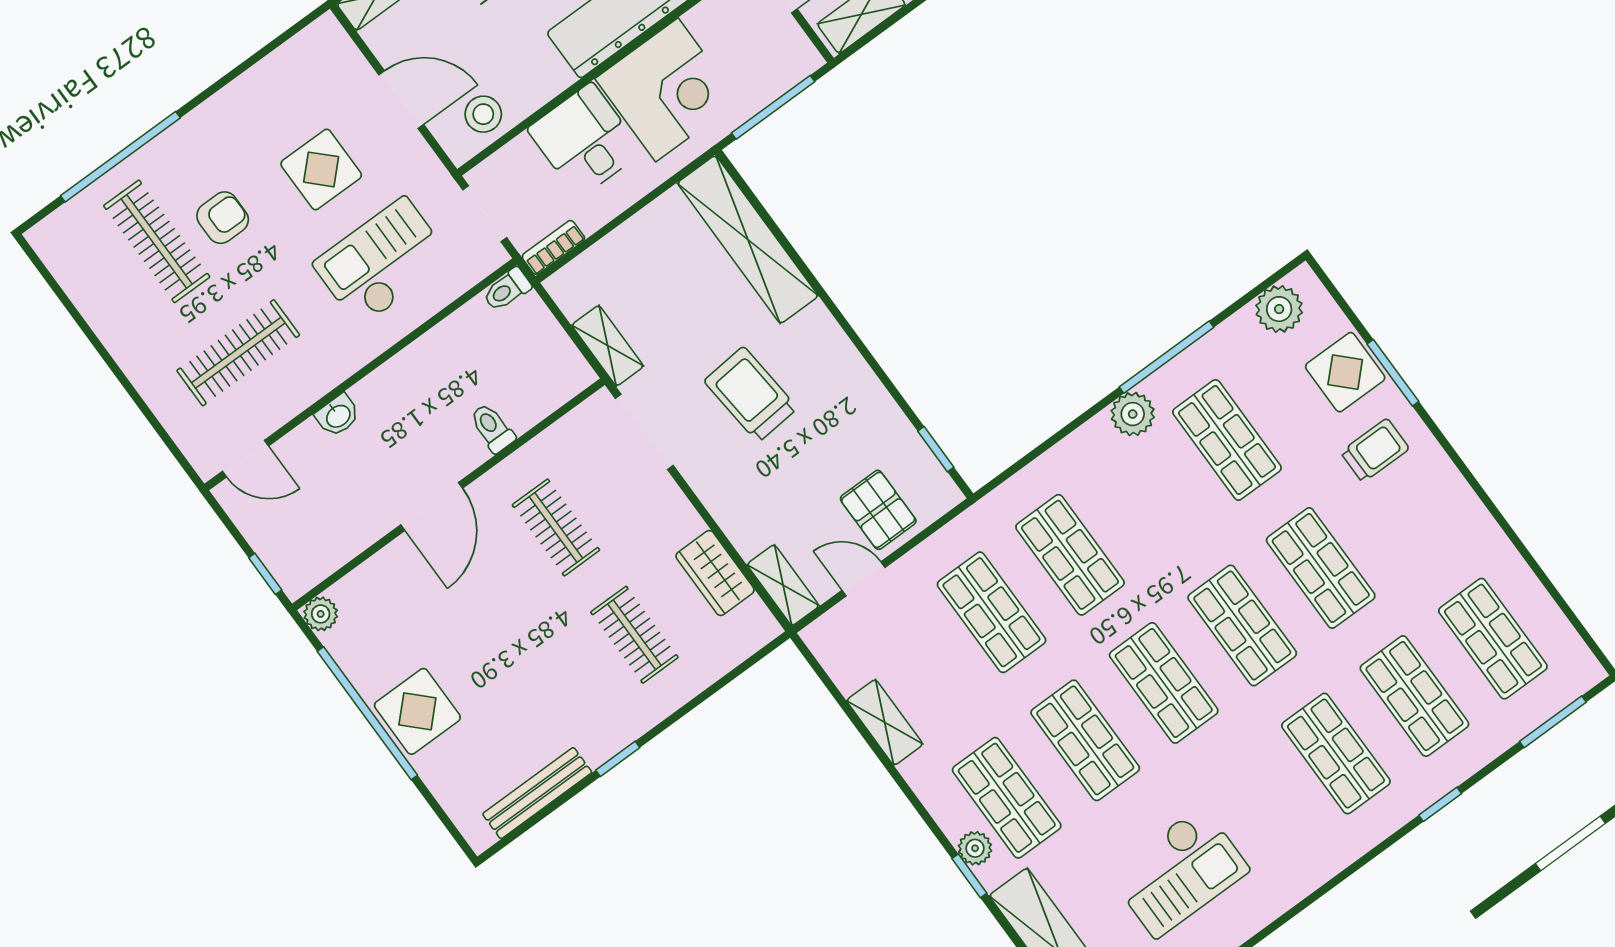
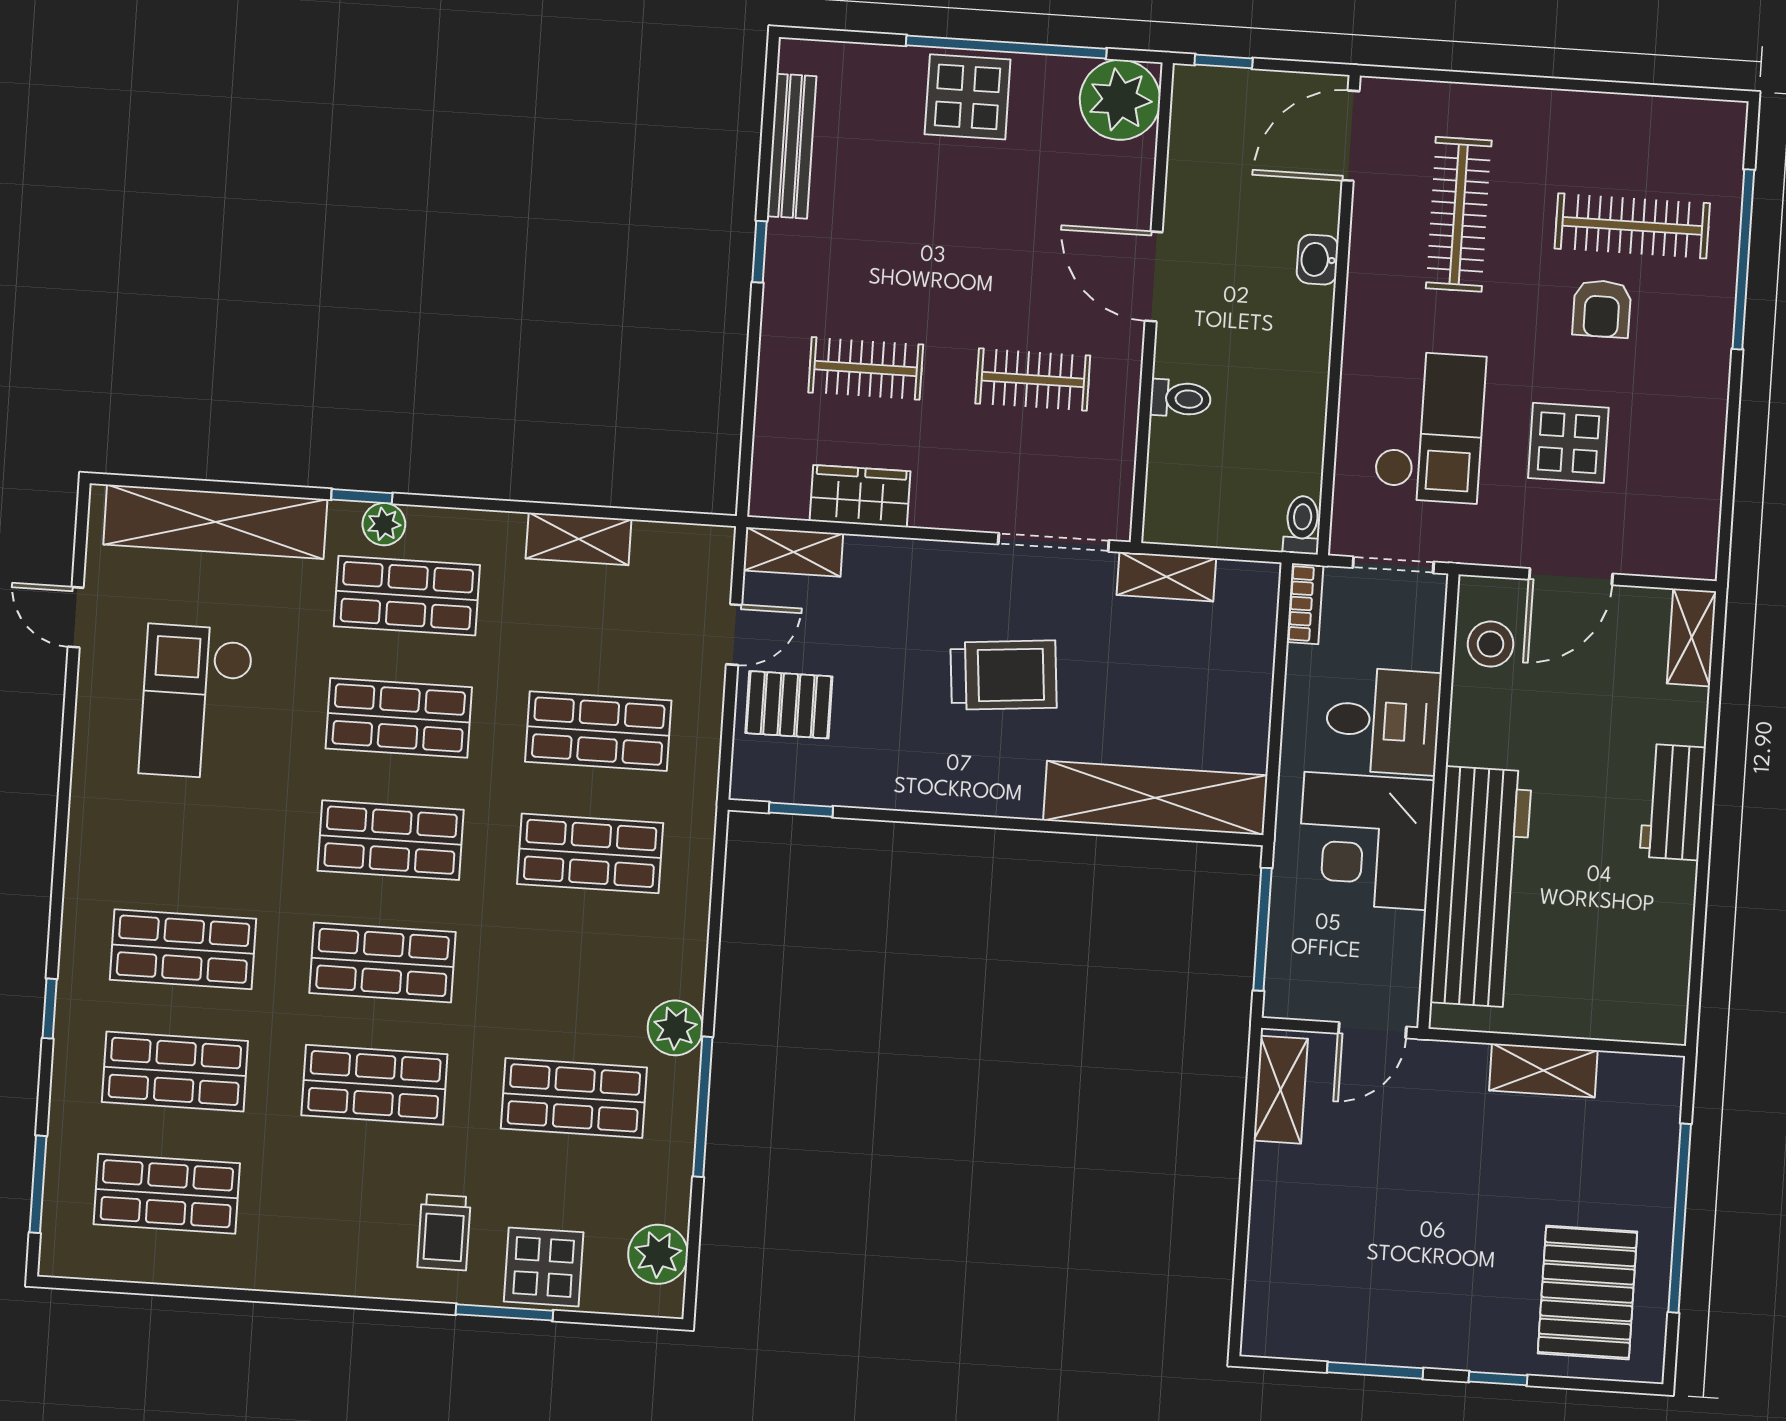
door: (246, 459) -> (1351, 136), width x1.38
plant: (321, 614) -> (1120, 100), width x1.88, depth x1.88

